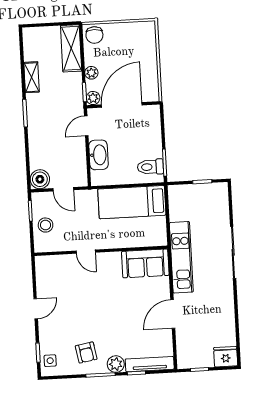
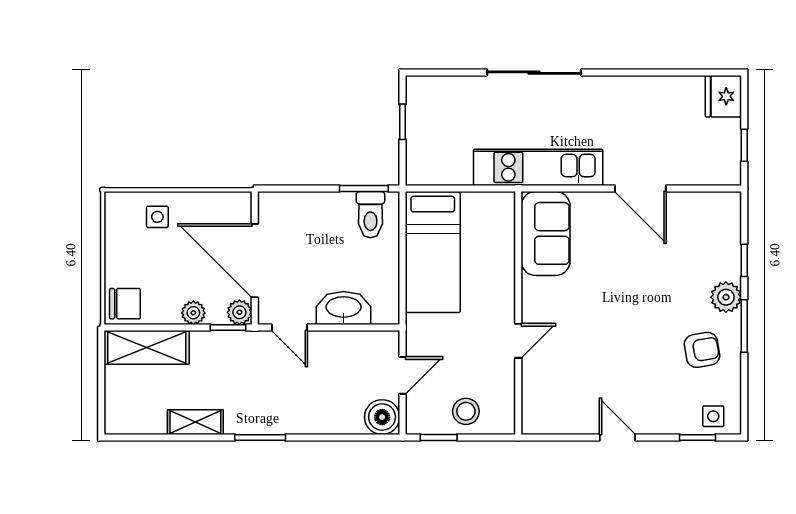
side table: (143, 50) -> (157, 217), added
tv unit: (150, 364) -> (729, 235), removed

